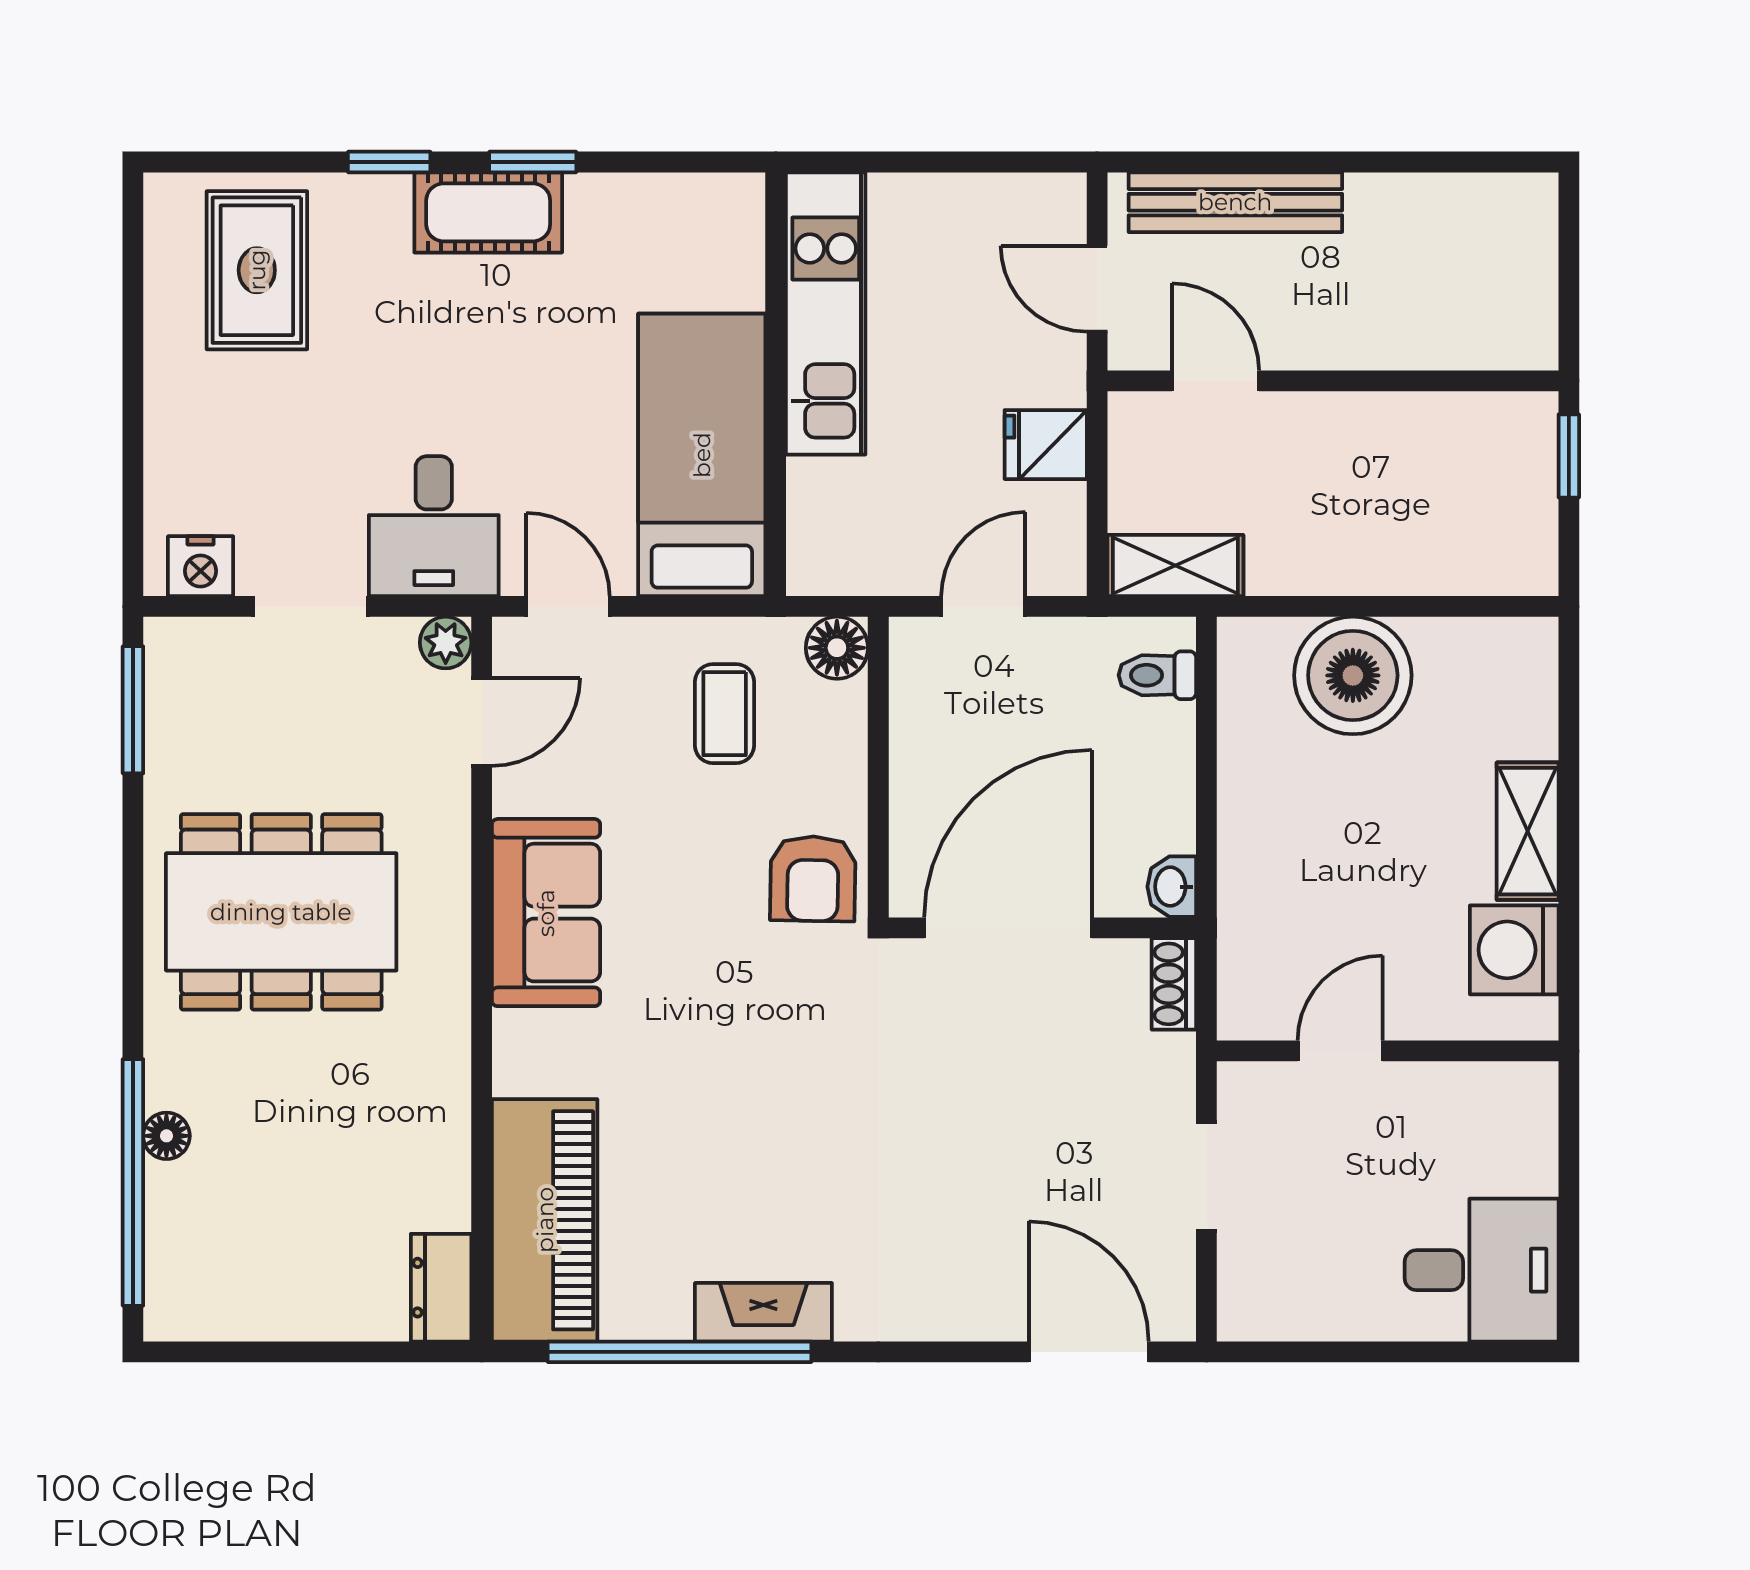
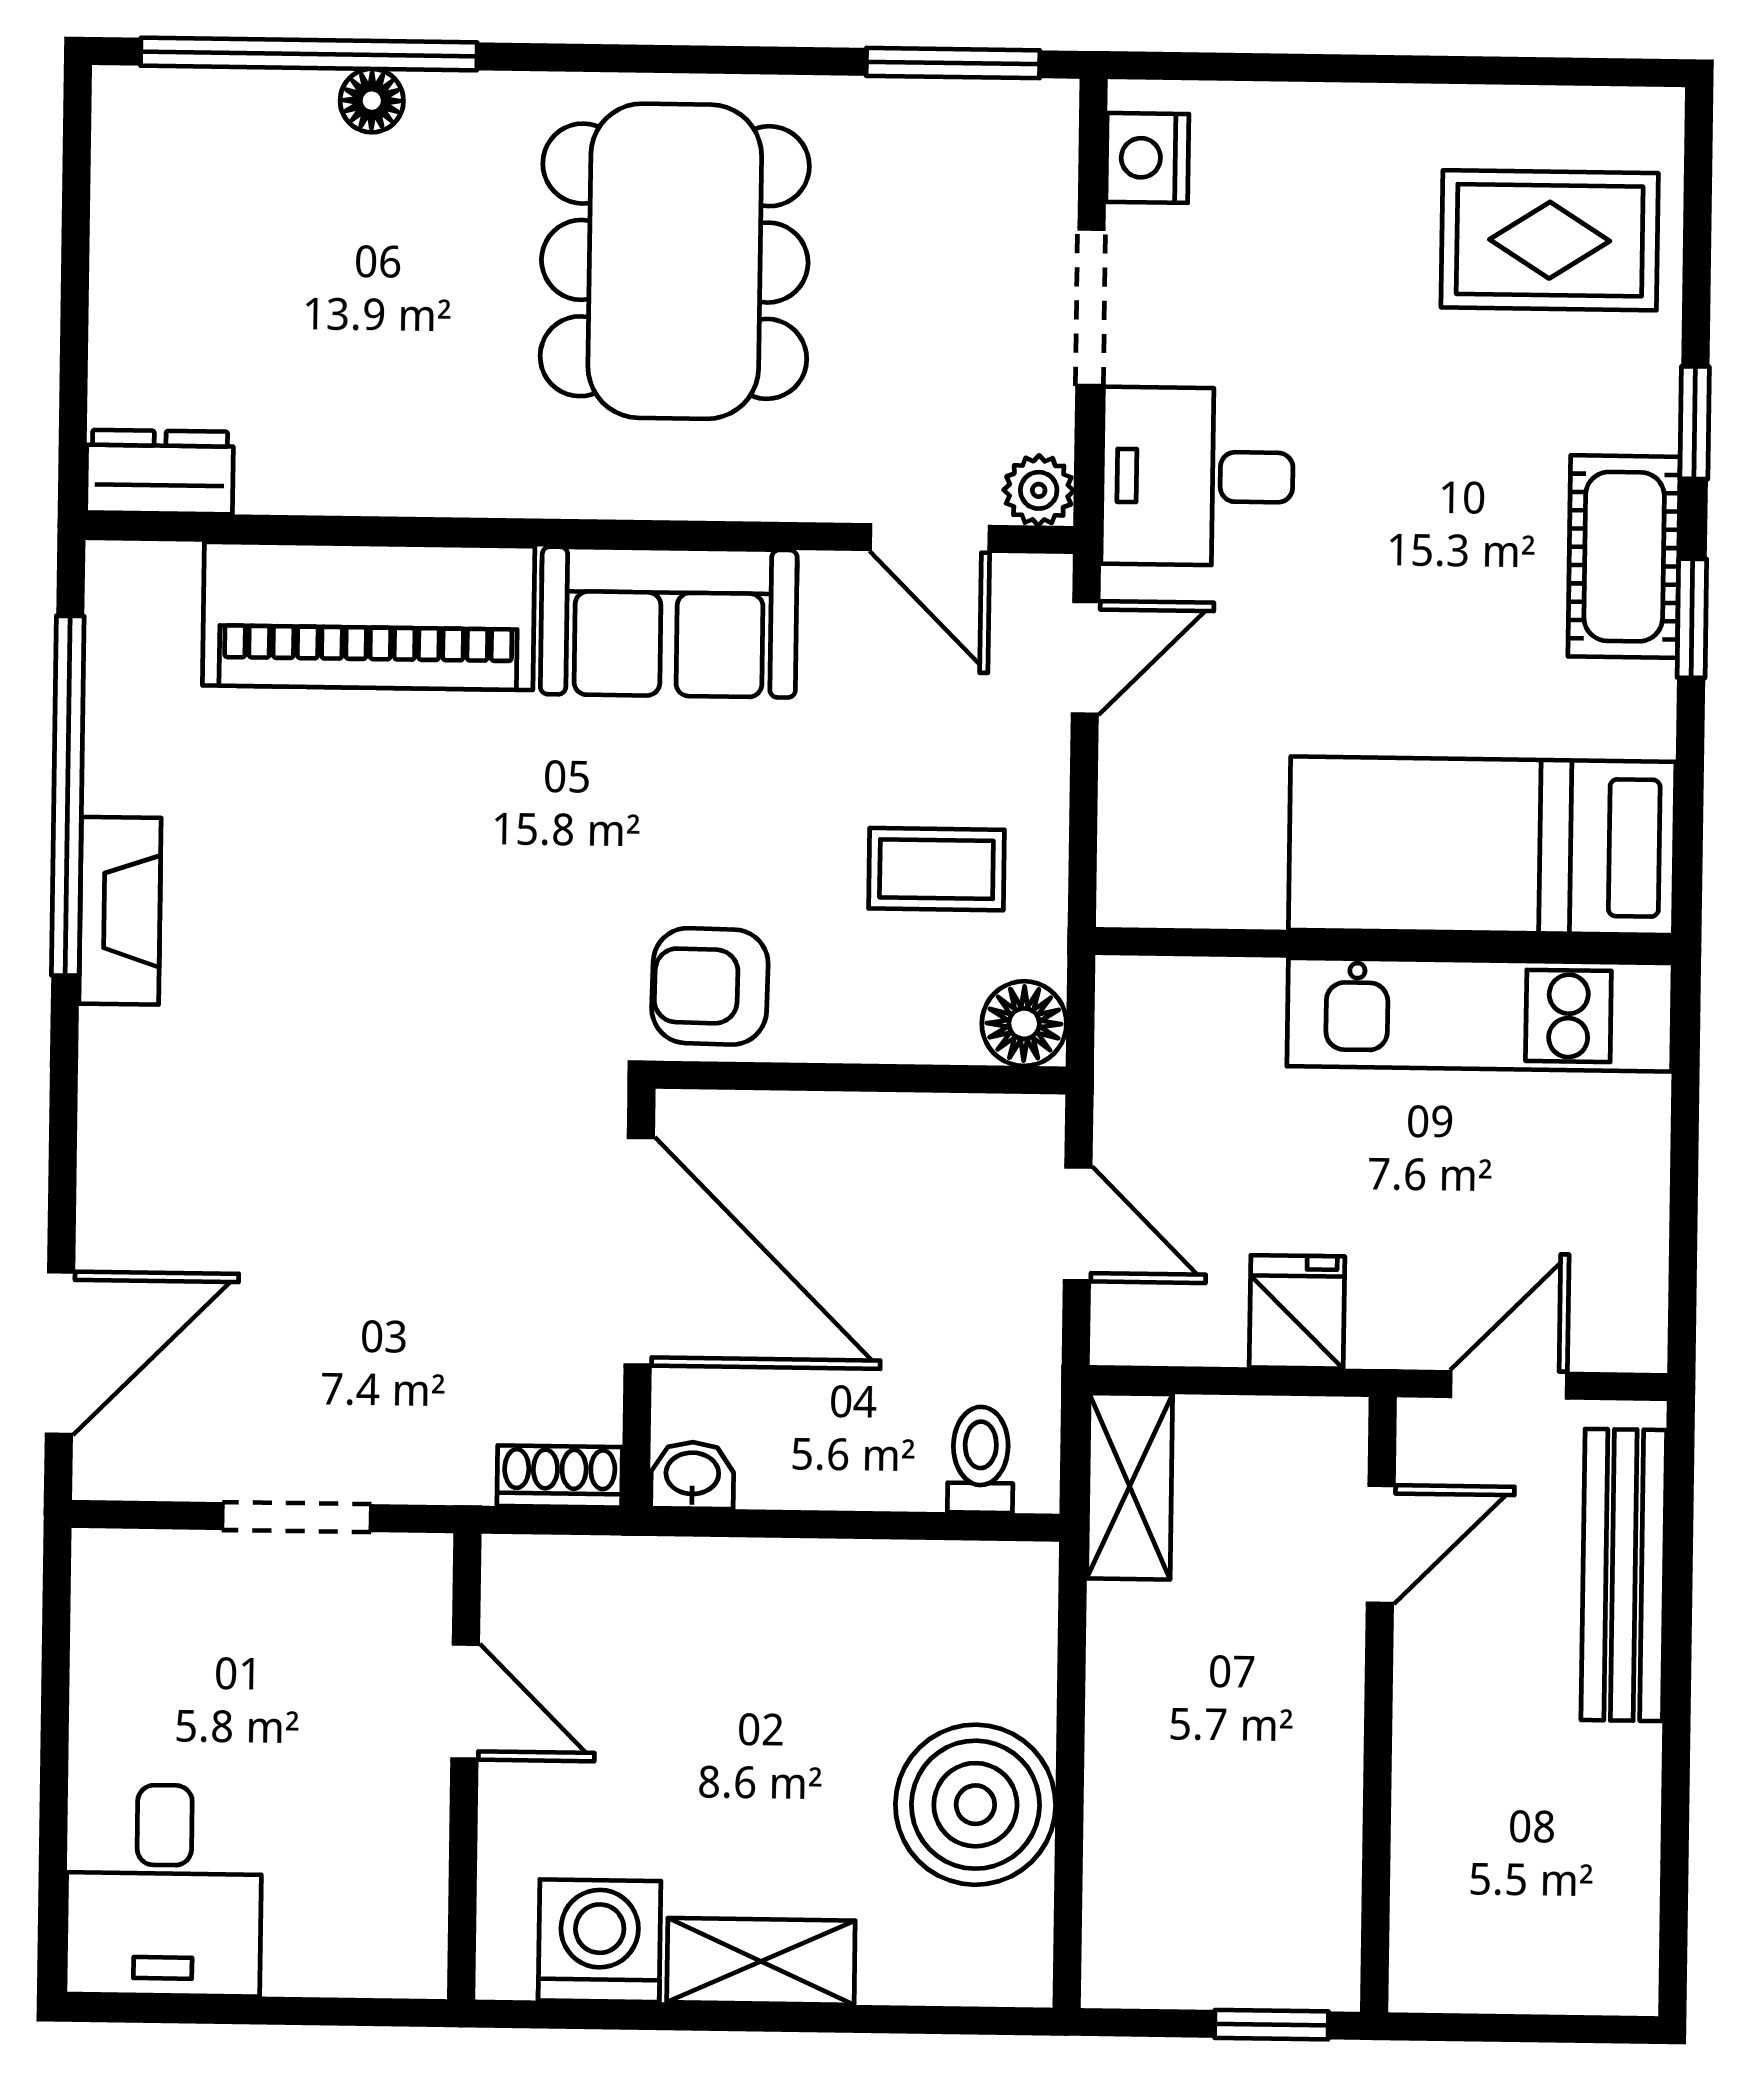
bed: (702, 455) -> (1482, 846), moved, turned 180
boiler: (1353, 675) -> (975, 1805), moved
piano: (545, 1220) -> (369, 616), moved

